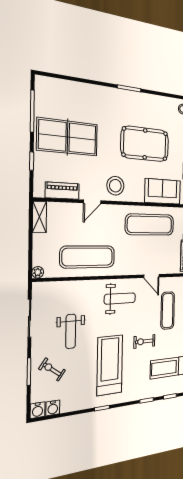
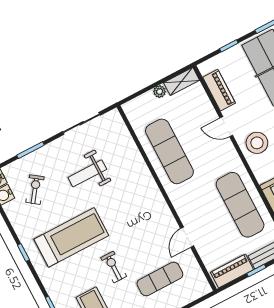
plant: (38, 272) -> (160, 92), moved
weight bench: (120, 298) -> (145, 211), removed
exercise bike: (52, 369) -> (35, 190), moved

